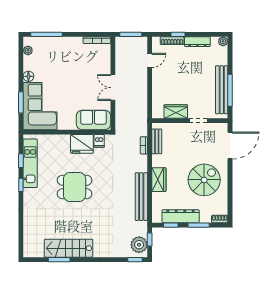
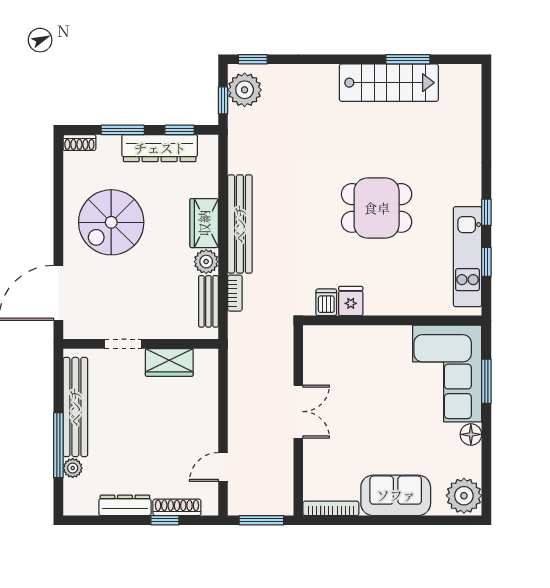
window: (47, 34) -> (434, 520), removed
plant: (223, 41) -> (73, 468), moved
plant: (28, 50) -> (464, 496), width x1.88, depth x1.88
window: (230, 90) -> (58, 445), moved
sofa: (93, 120) -> (396, 495), moved, turned 180
fridge: (82, 144) -> (351, 301), width x0.53, depth x0.75
plant: (158, 161) -> (206, 262), added
bench: (141, 197) -> (240, 224), moved

